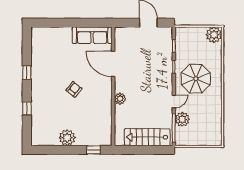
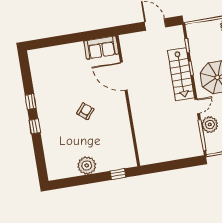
sofa: (92, 35) -> (101, 47), width x0.73
plant: (120, 99) -> (138, 113), removed
window: (27, 109) -> (35, 126), moved
stairs: (147, 137) -> (181, 74), moved, turned -90

